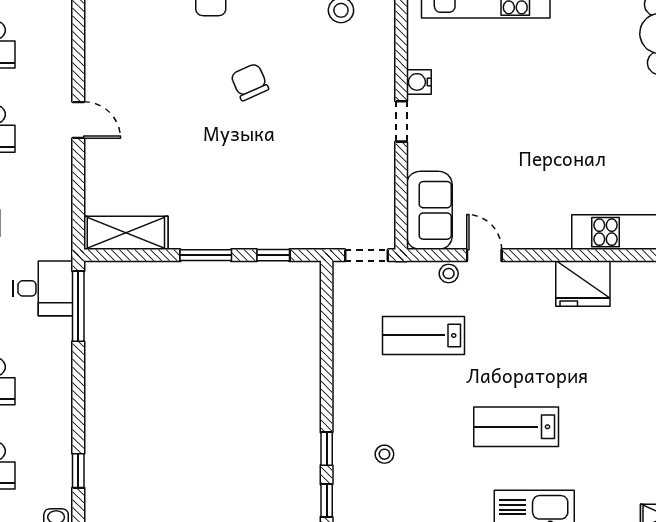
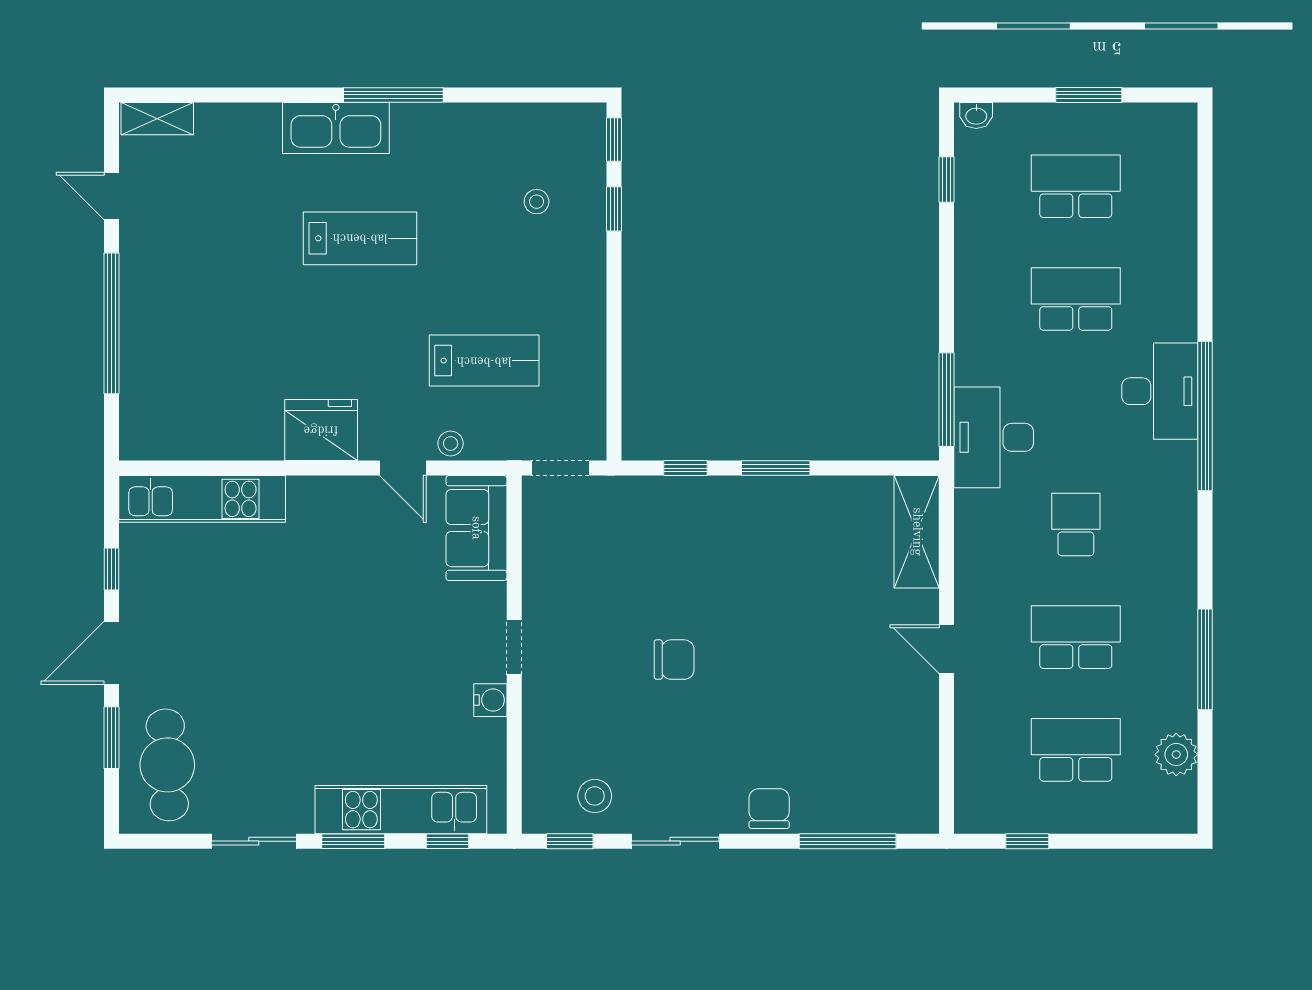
chair: (250, 82) -> (674, 660), moved, turned -66
shelving: (126, 233) -> (917, 532), moved, turned 90
fridge: (583, 284) -> (321, 430), moved
desk: (43, 288) -> (994, 437), width x1.37

